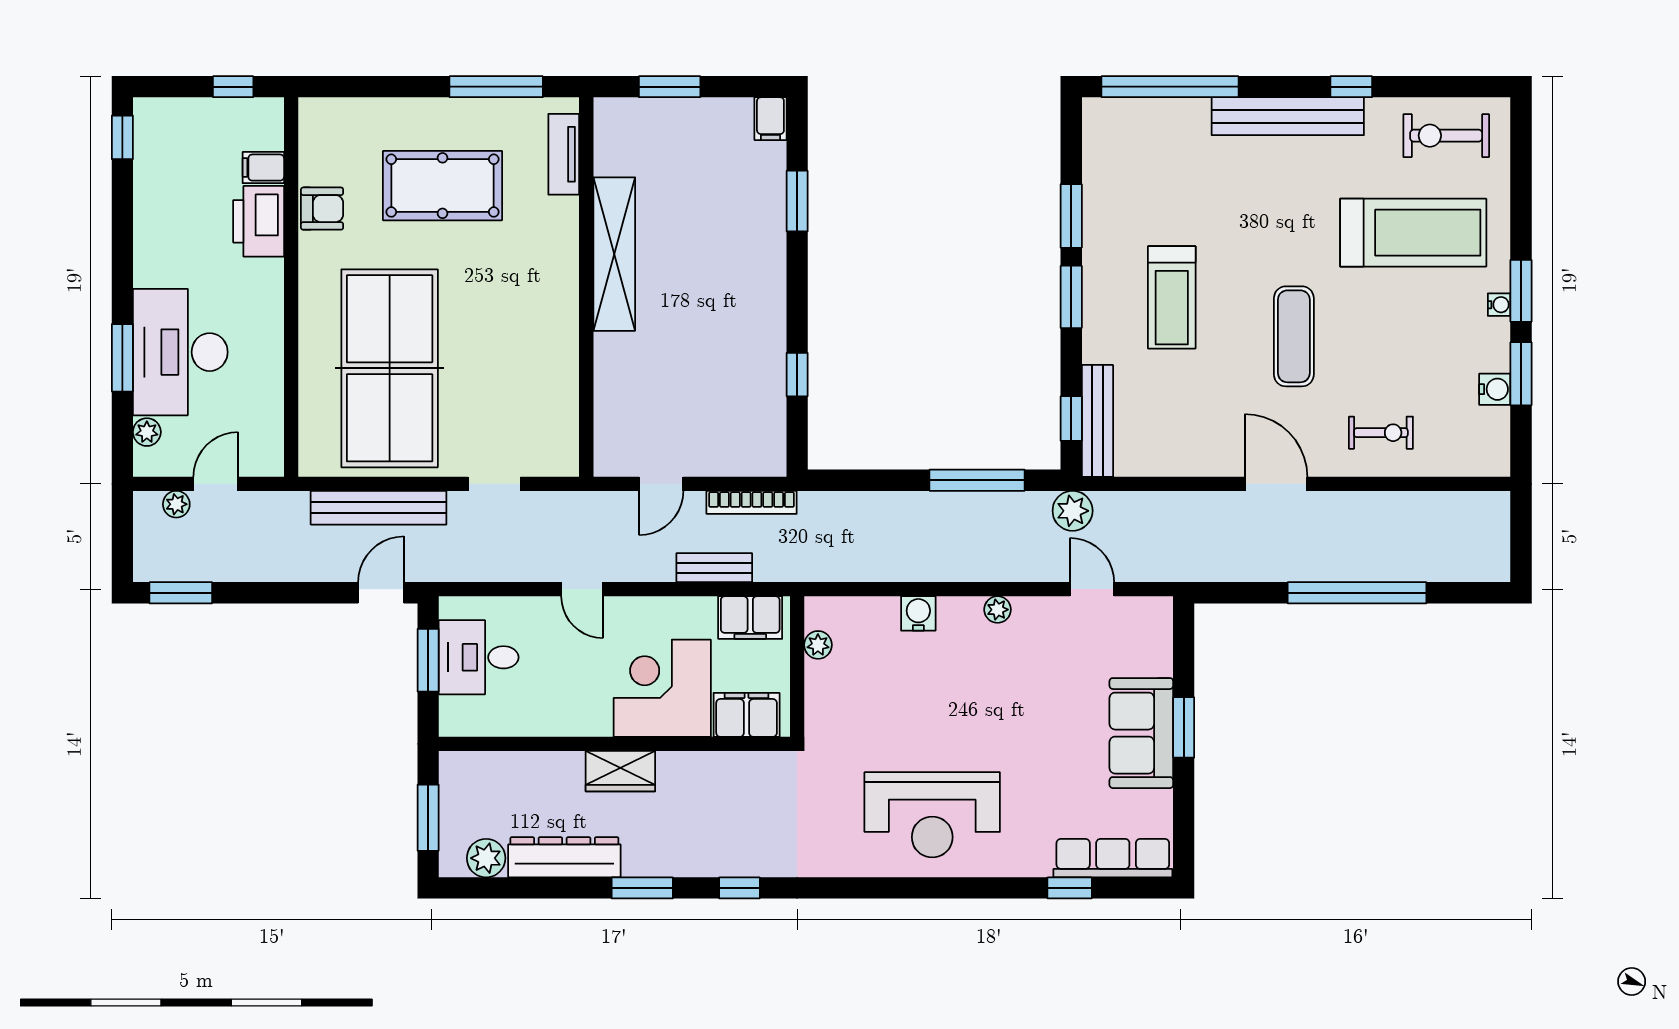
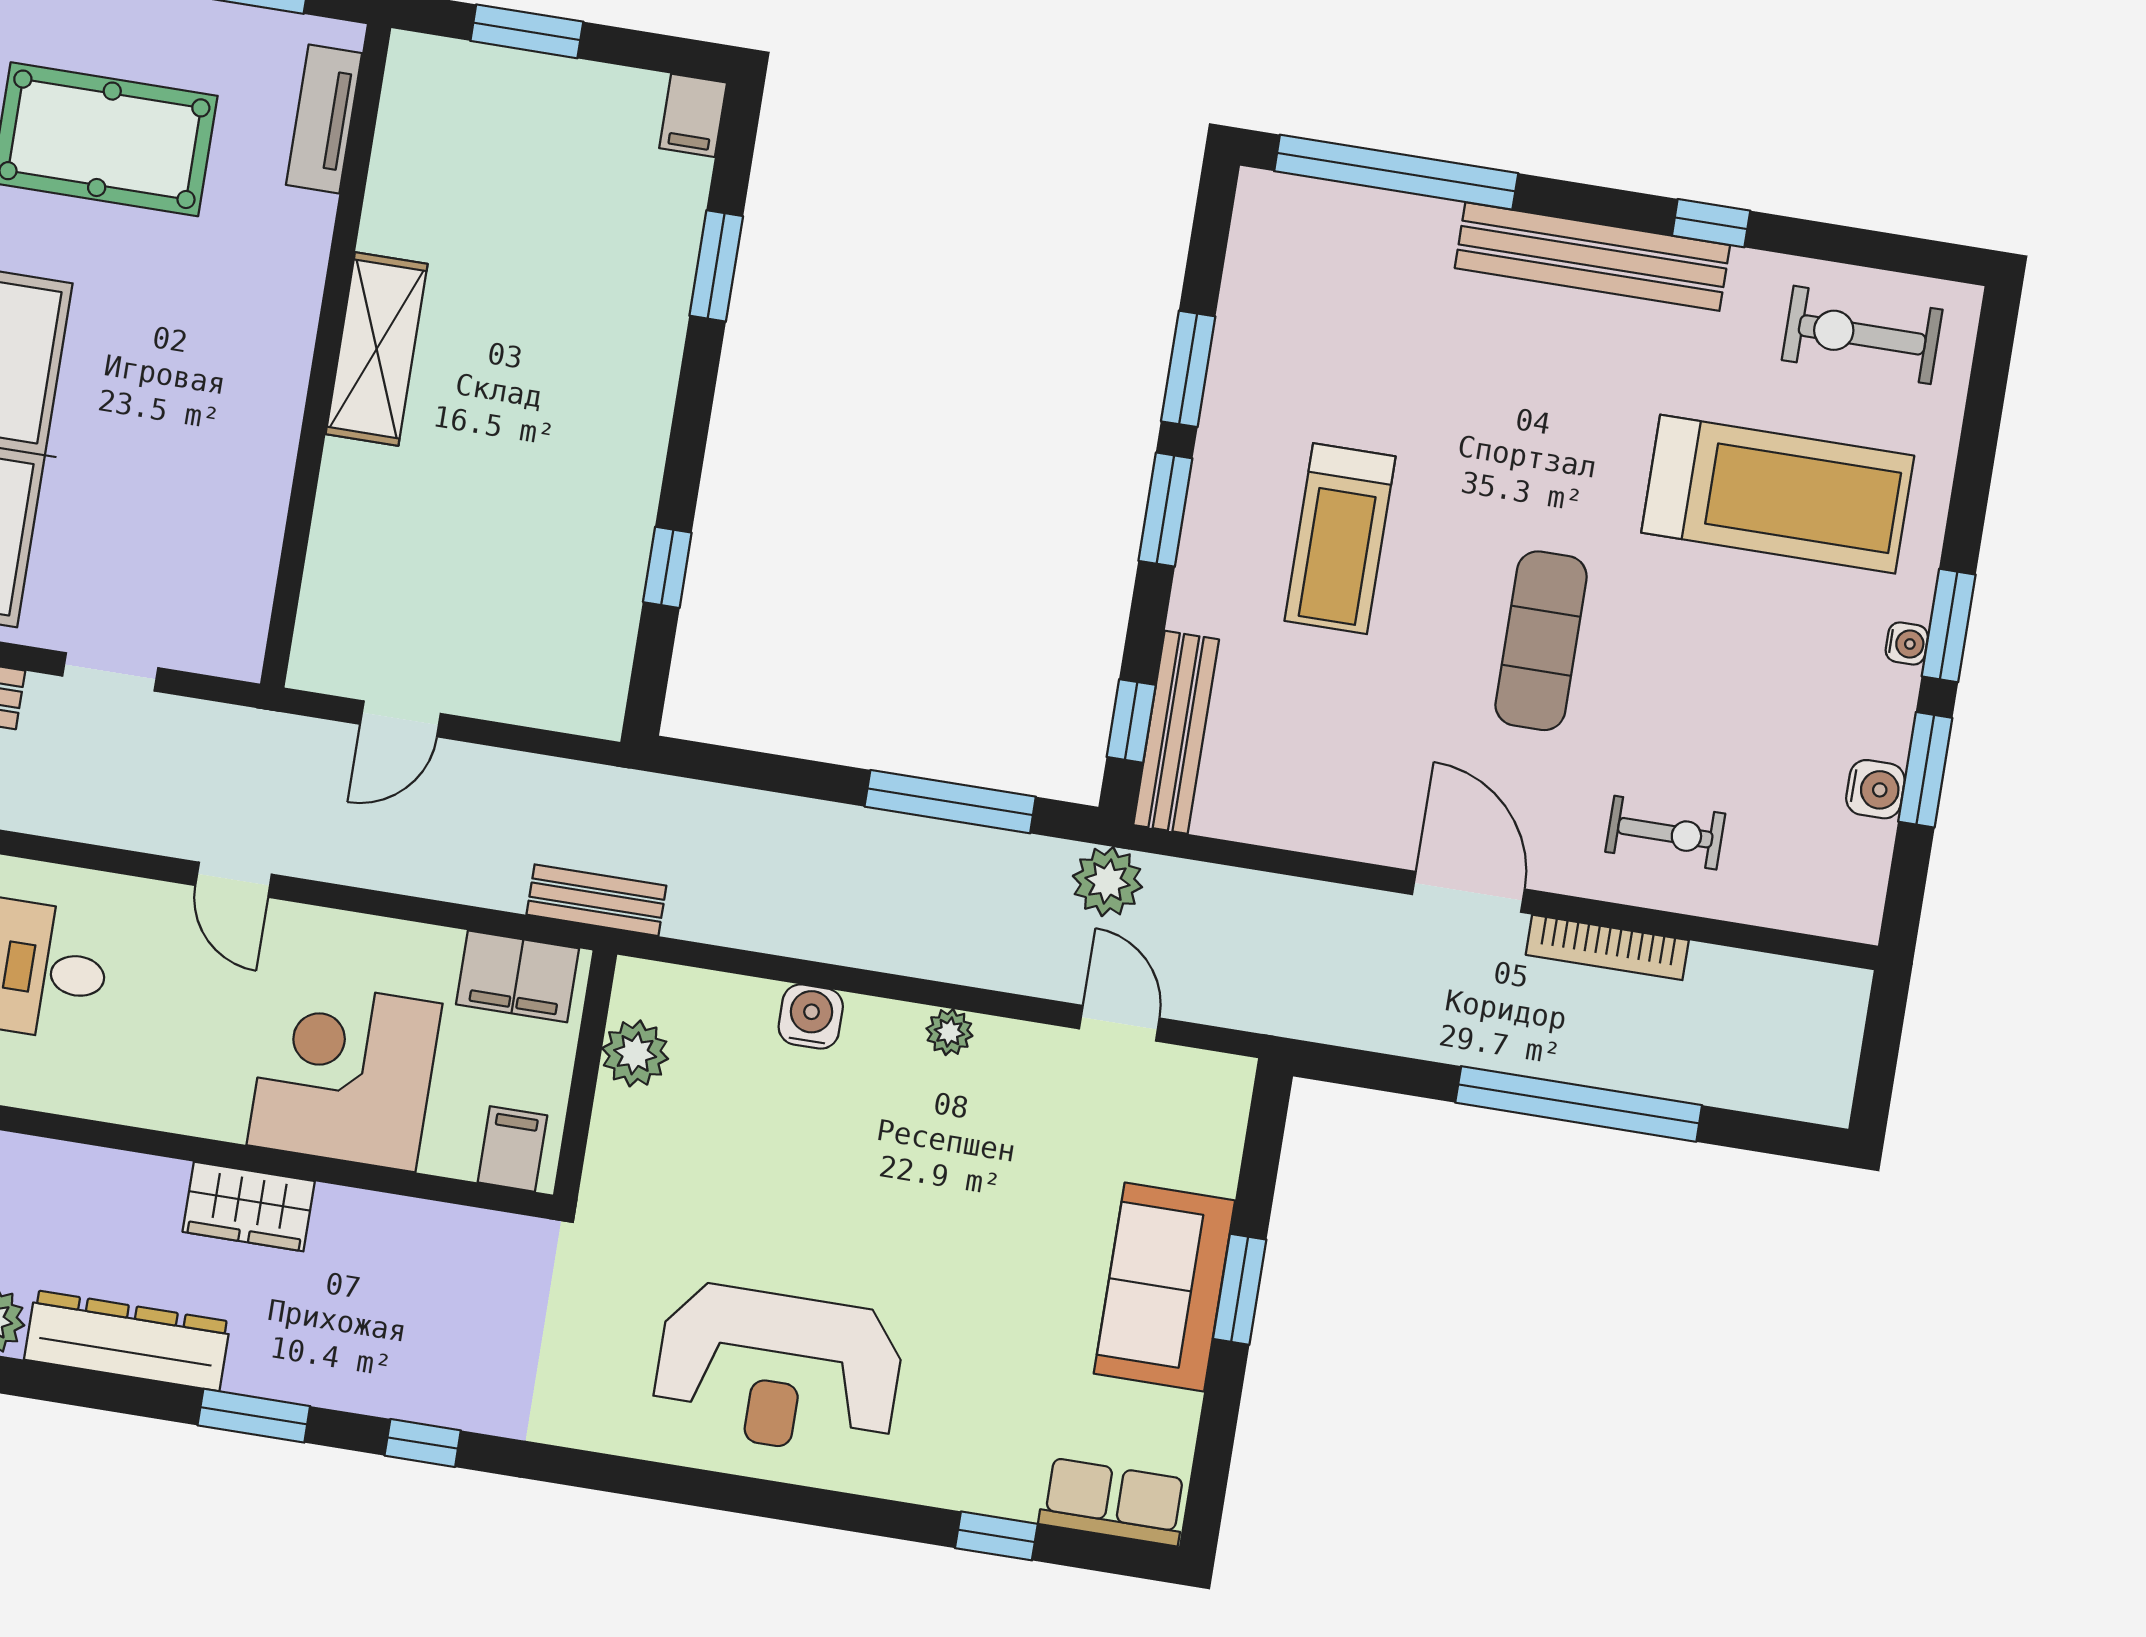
shelving: (614, 254) -> (377, 349), width x0.68
bookcase: (752, 502) -> (1607, 947), moved
bench: (714, 568) -> (596, 900), moved
plant: (818, 645) -> (635, 1053), width x1.38, depth x1.38
filing cabinet: (747, 715) -> (512, 1149), width x0.50
row of seats: (1113, 858) -> (1113, 1502), width x0.68

